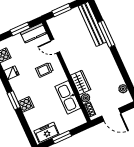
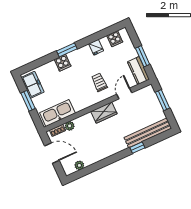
window: (106, 34) -> (137, 148), width x0.46
wardrobe: (81, 82) -> (104, 113), moved
kitchen sink: (68, 97) -> (57, 113), moved
door: (111, 115) -> (52, 153), swing flipped

